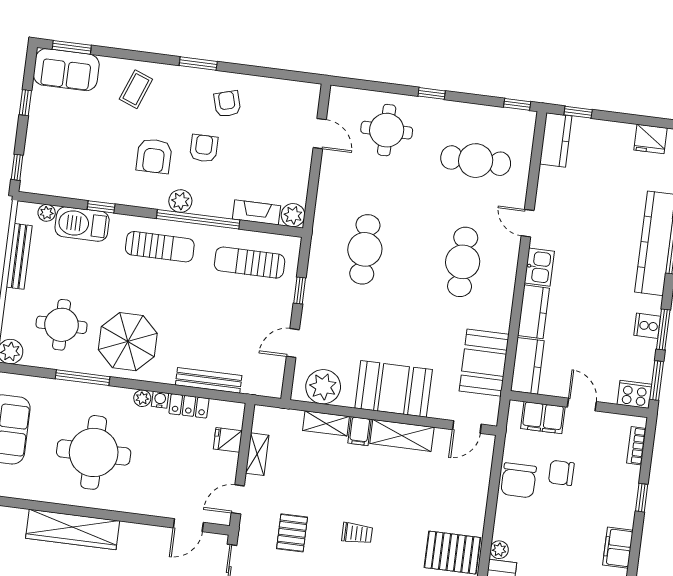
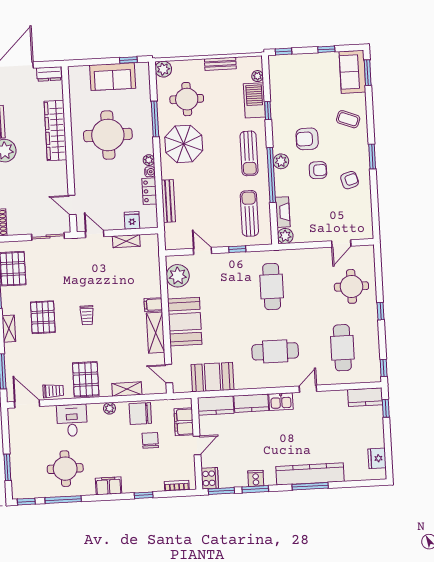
cafe table: (365, 249) -> (272, 287), turned 90
bench: (19, 256) -> (220, 64), width x0.73
shelving: (326, 423) -> (127, 389), moved, turned 90
pallet: (292, 533) -> (79, 273), removed
plant: (499, 550) -> (109, 408), moved

